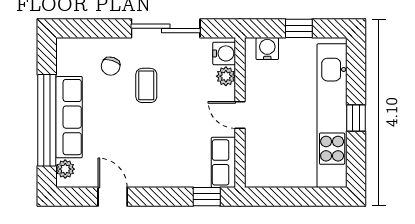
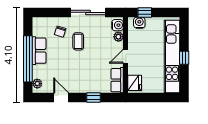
window: (299, 28) -> (145, 12), moved
door: (240, 115) -> (126, 56), hinge flipped
row of seats: (69, 117) -> (39, 51), width x0.68
fridge: (258, 168) -> (135, 83), added
window: (207, 197) -> (93, 97), moved

